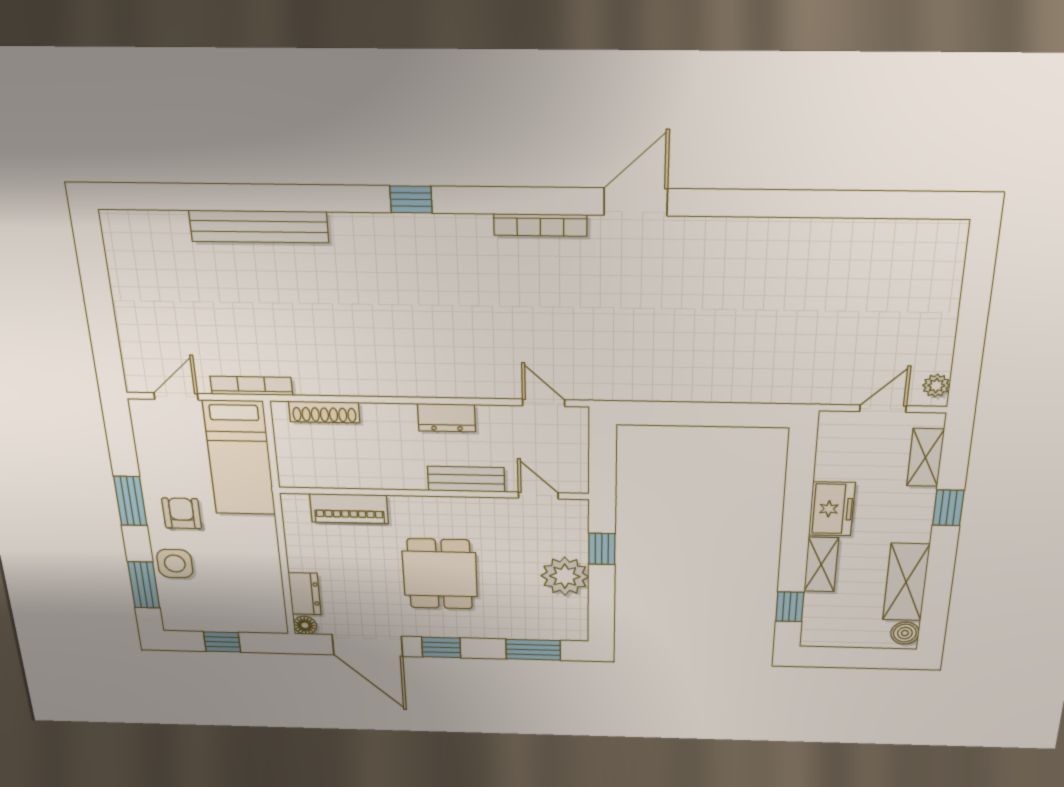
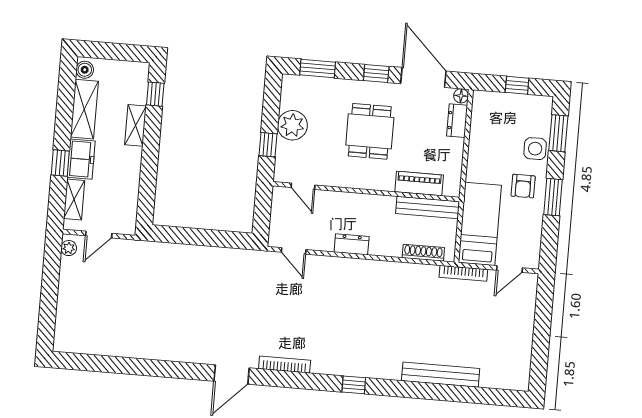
bench: (466, 479) -> (428, 207), moved, width x1.36
freezer: (832, 509) -> (81, 159), moved, turned 180

